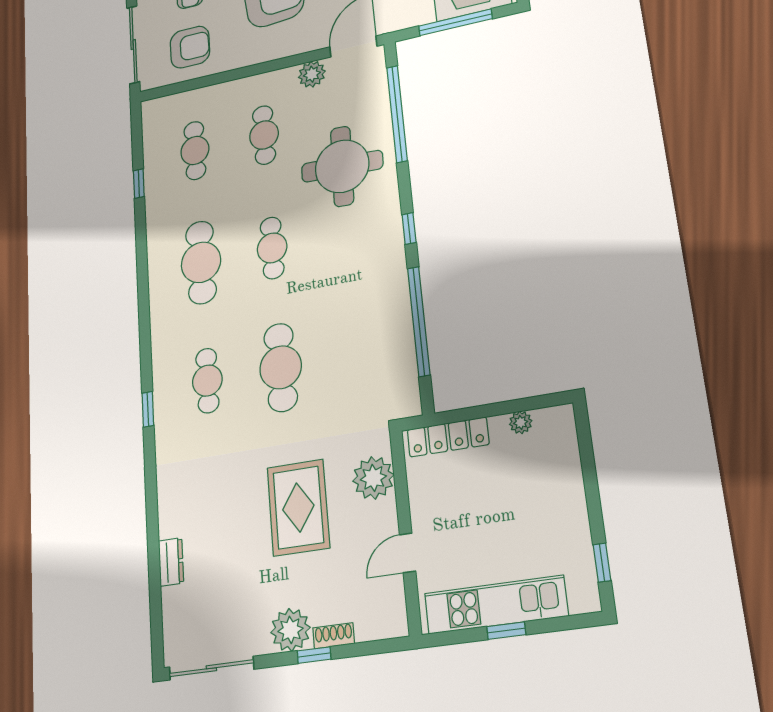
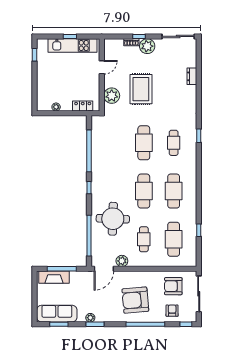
cafe table: (195, 150) -> (174, 239), width x1.37, depth x1.35
cafe table: (272, 248) -> (144, 191), width x1.37, depth x1.35
locker: (448, 437) -> (83, 106), width x0.66

